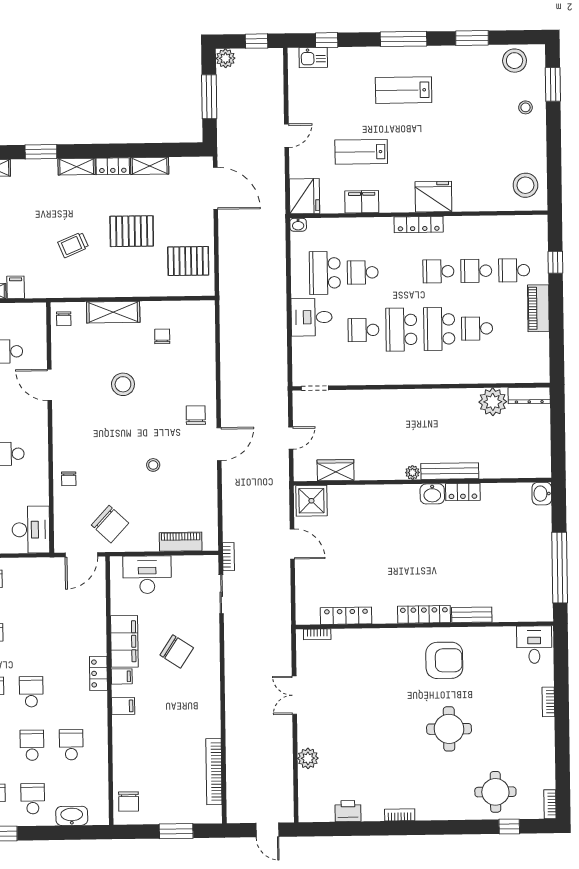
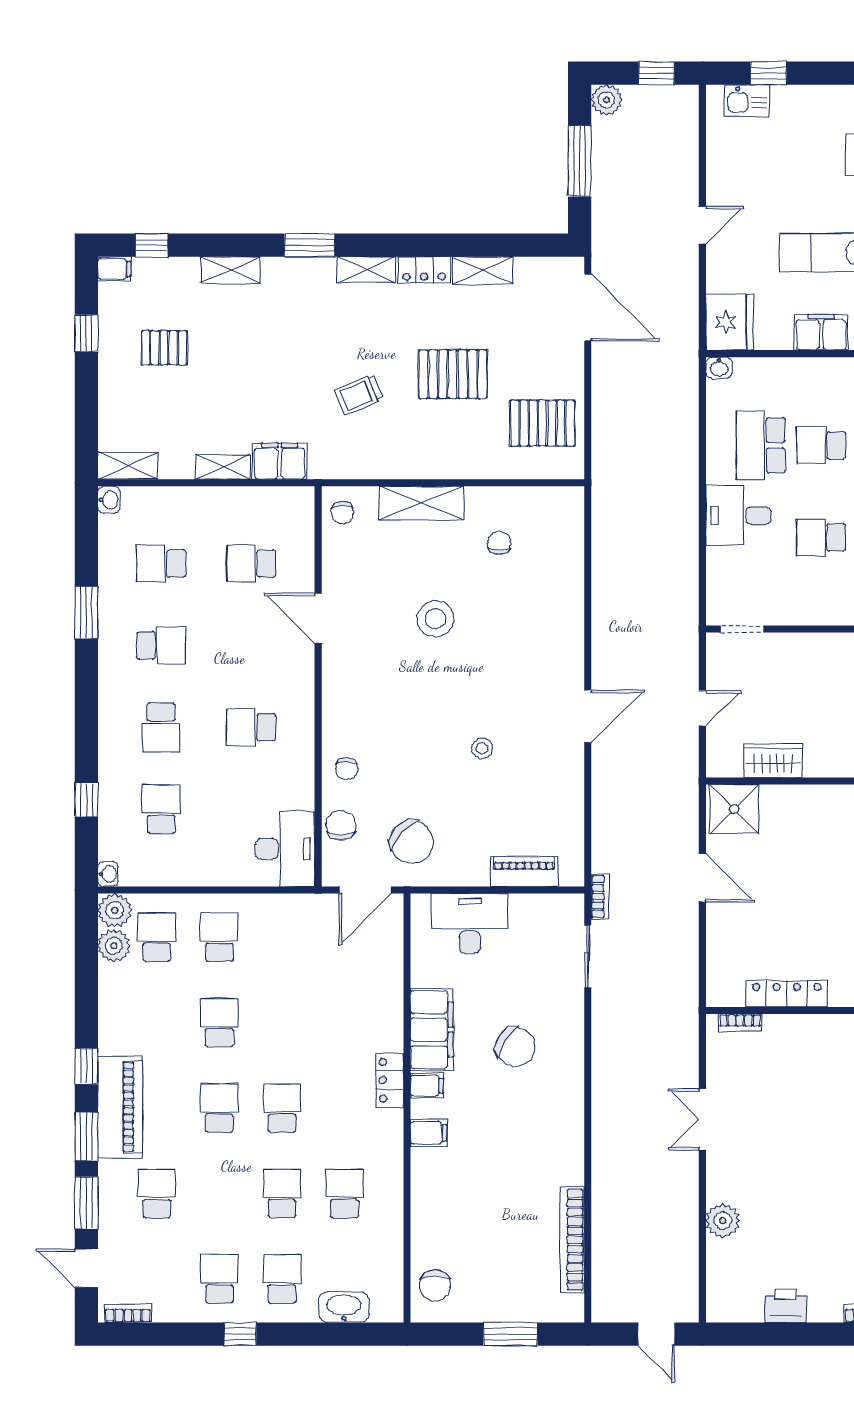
filing cabinet: (16, 287) -> (280, 461), width x2.00
chair: (196, 415) -> (341, 825), moved

